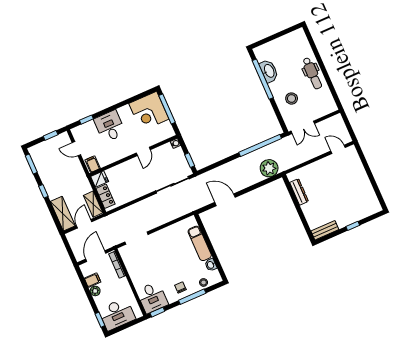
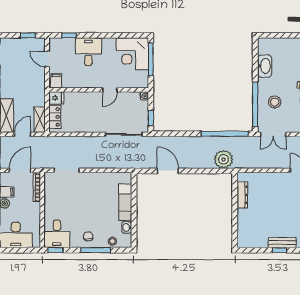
window: (263, 79) -> (255, 104), moved
bench: (325, 230) -> (282, 243), moved

